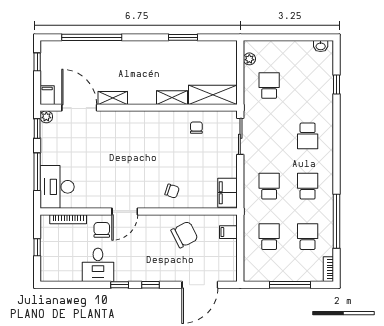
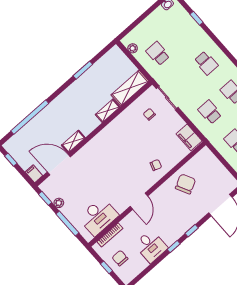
plant: (46, 117) -> (59, 203), moved
chair: (196, 128) -> (149, 114), moved
desk: (57, 187) -> (98, 216), moved, turned -90
chair: (102, 230) -> (120, 258), moved
filing cabinet: (228, 232) -> (210, 160), removed

